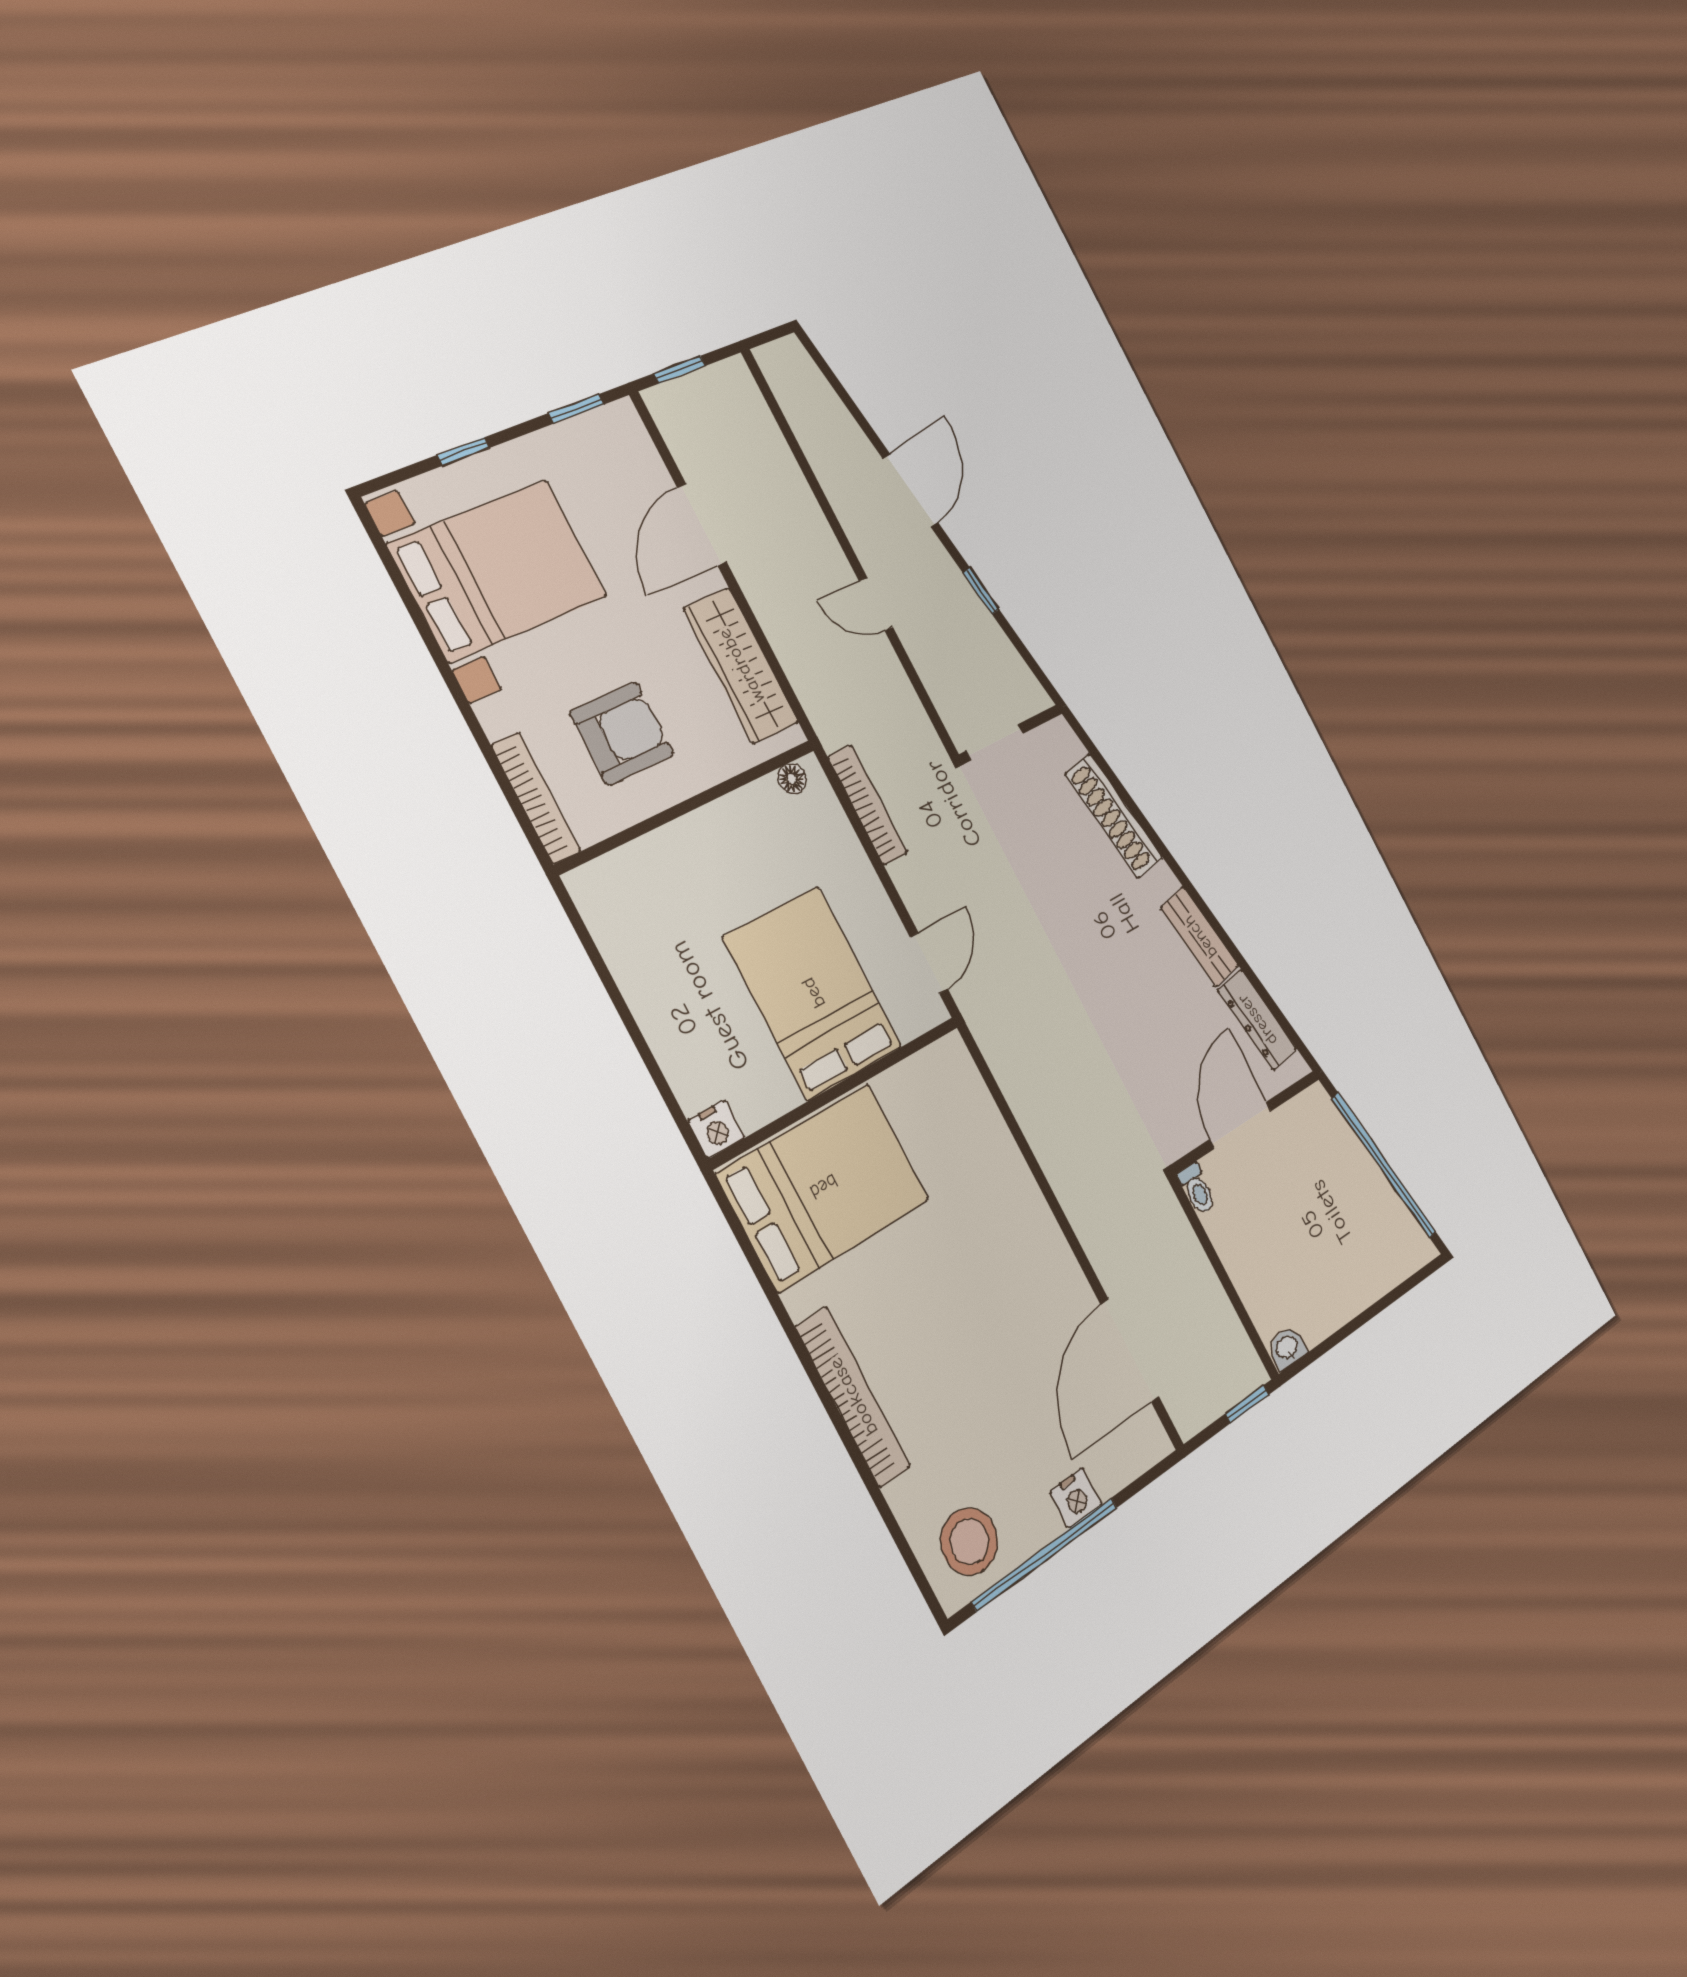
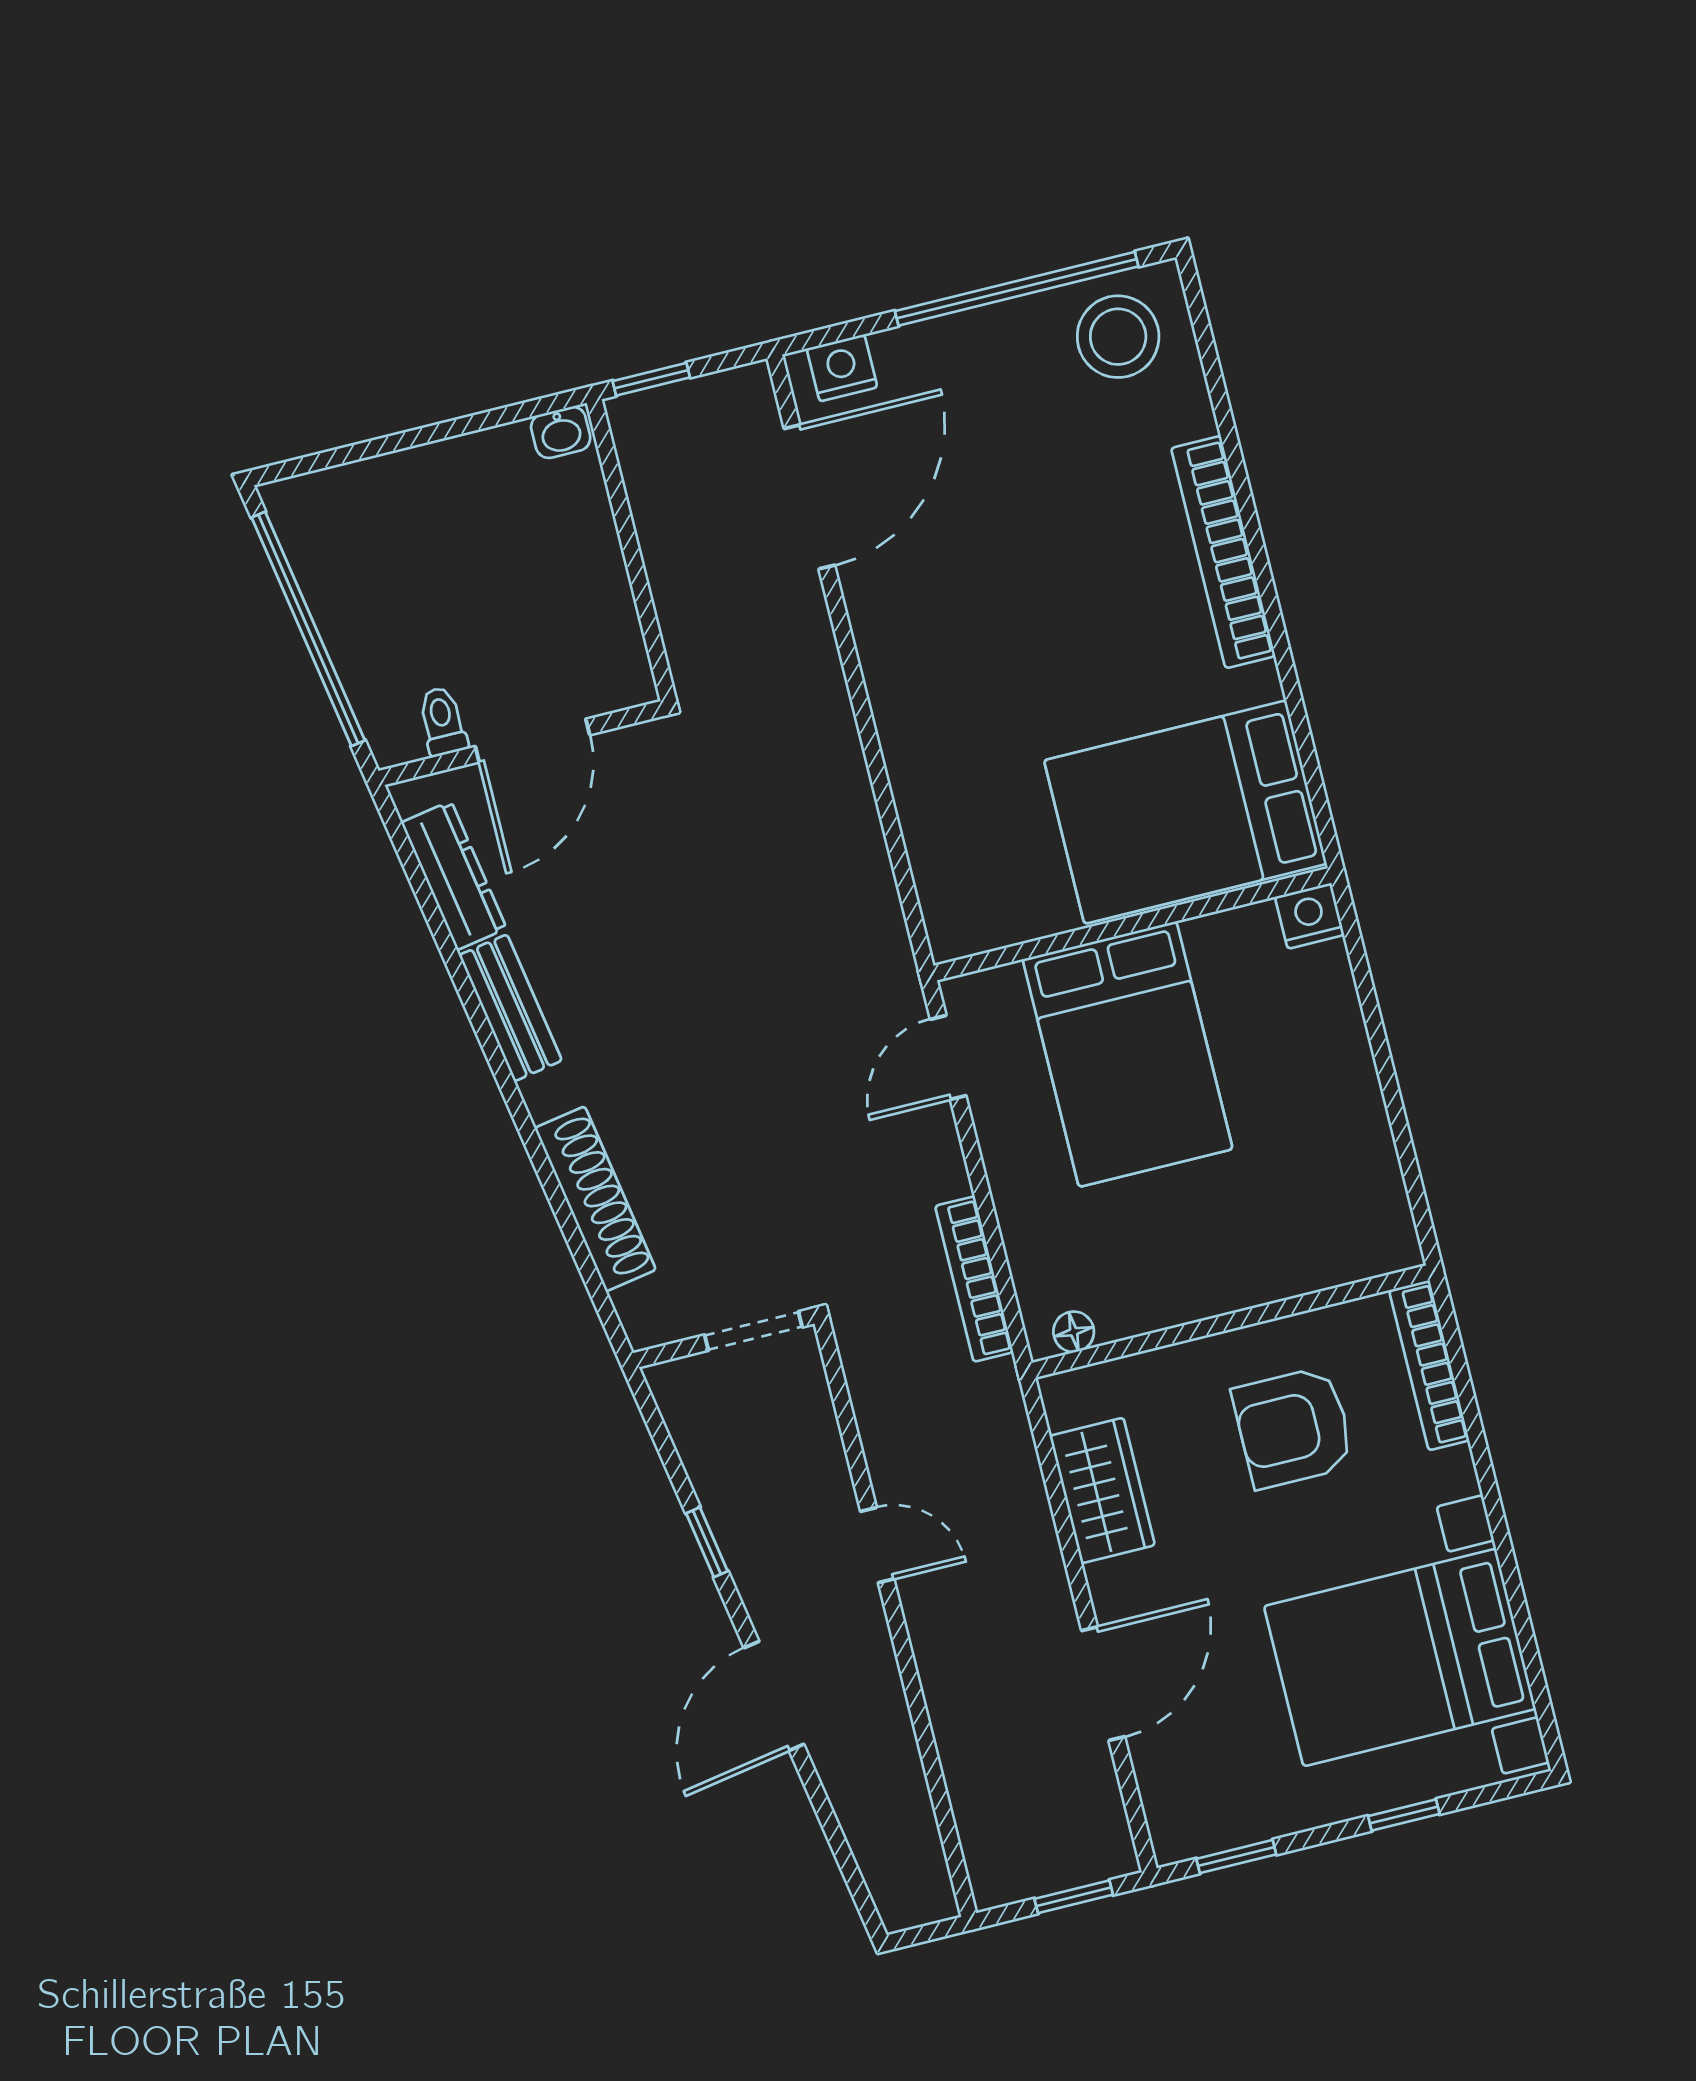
wardrobe: (741, 666) -> (1102, 1490), width x0.67
toilet: (1197, 1189) -> (442, 721), moved
nightstand: (1076, 1498) -> (842, 368), moved

